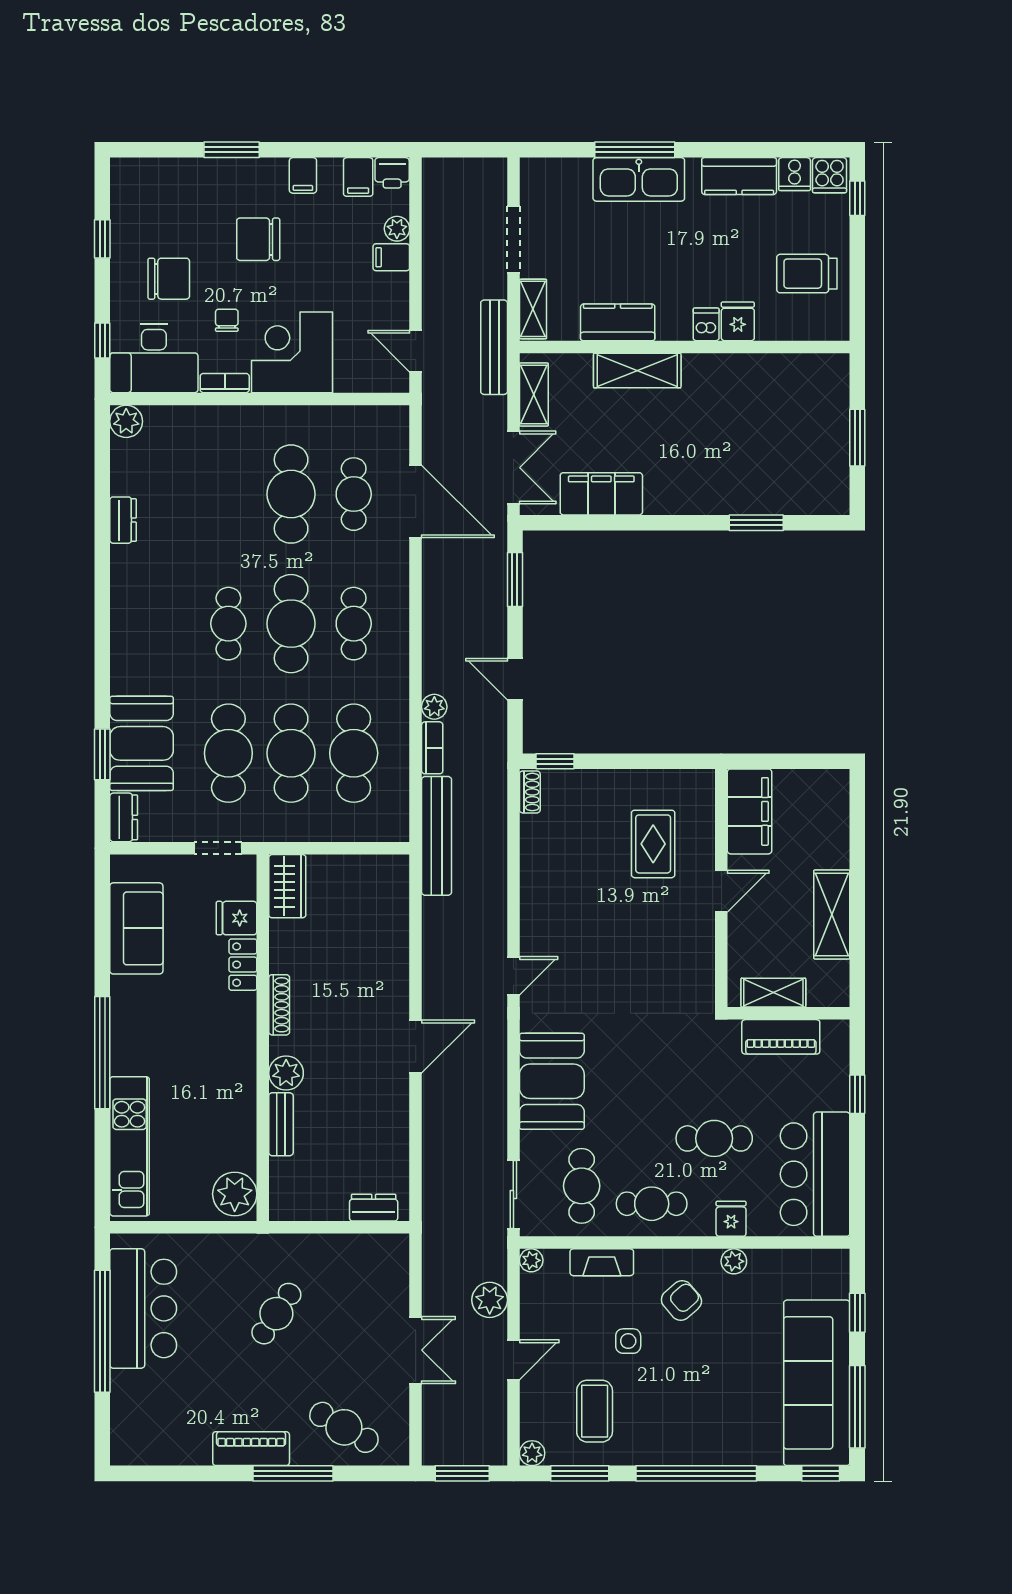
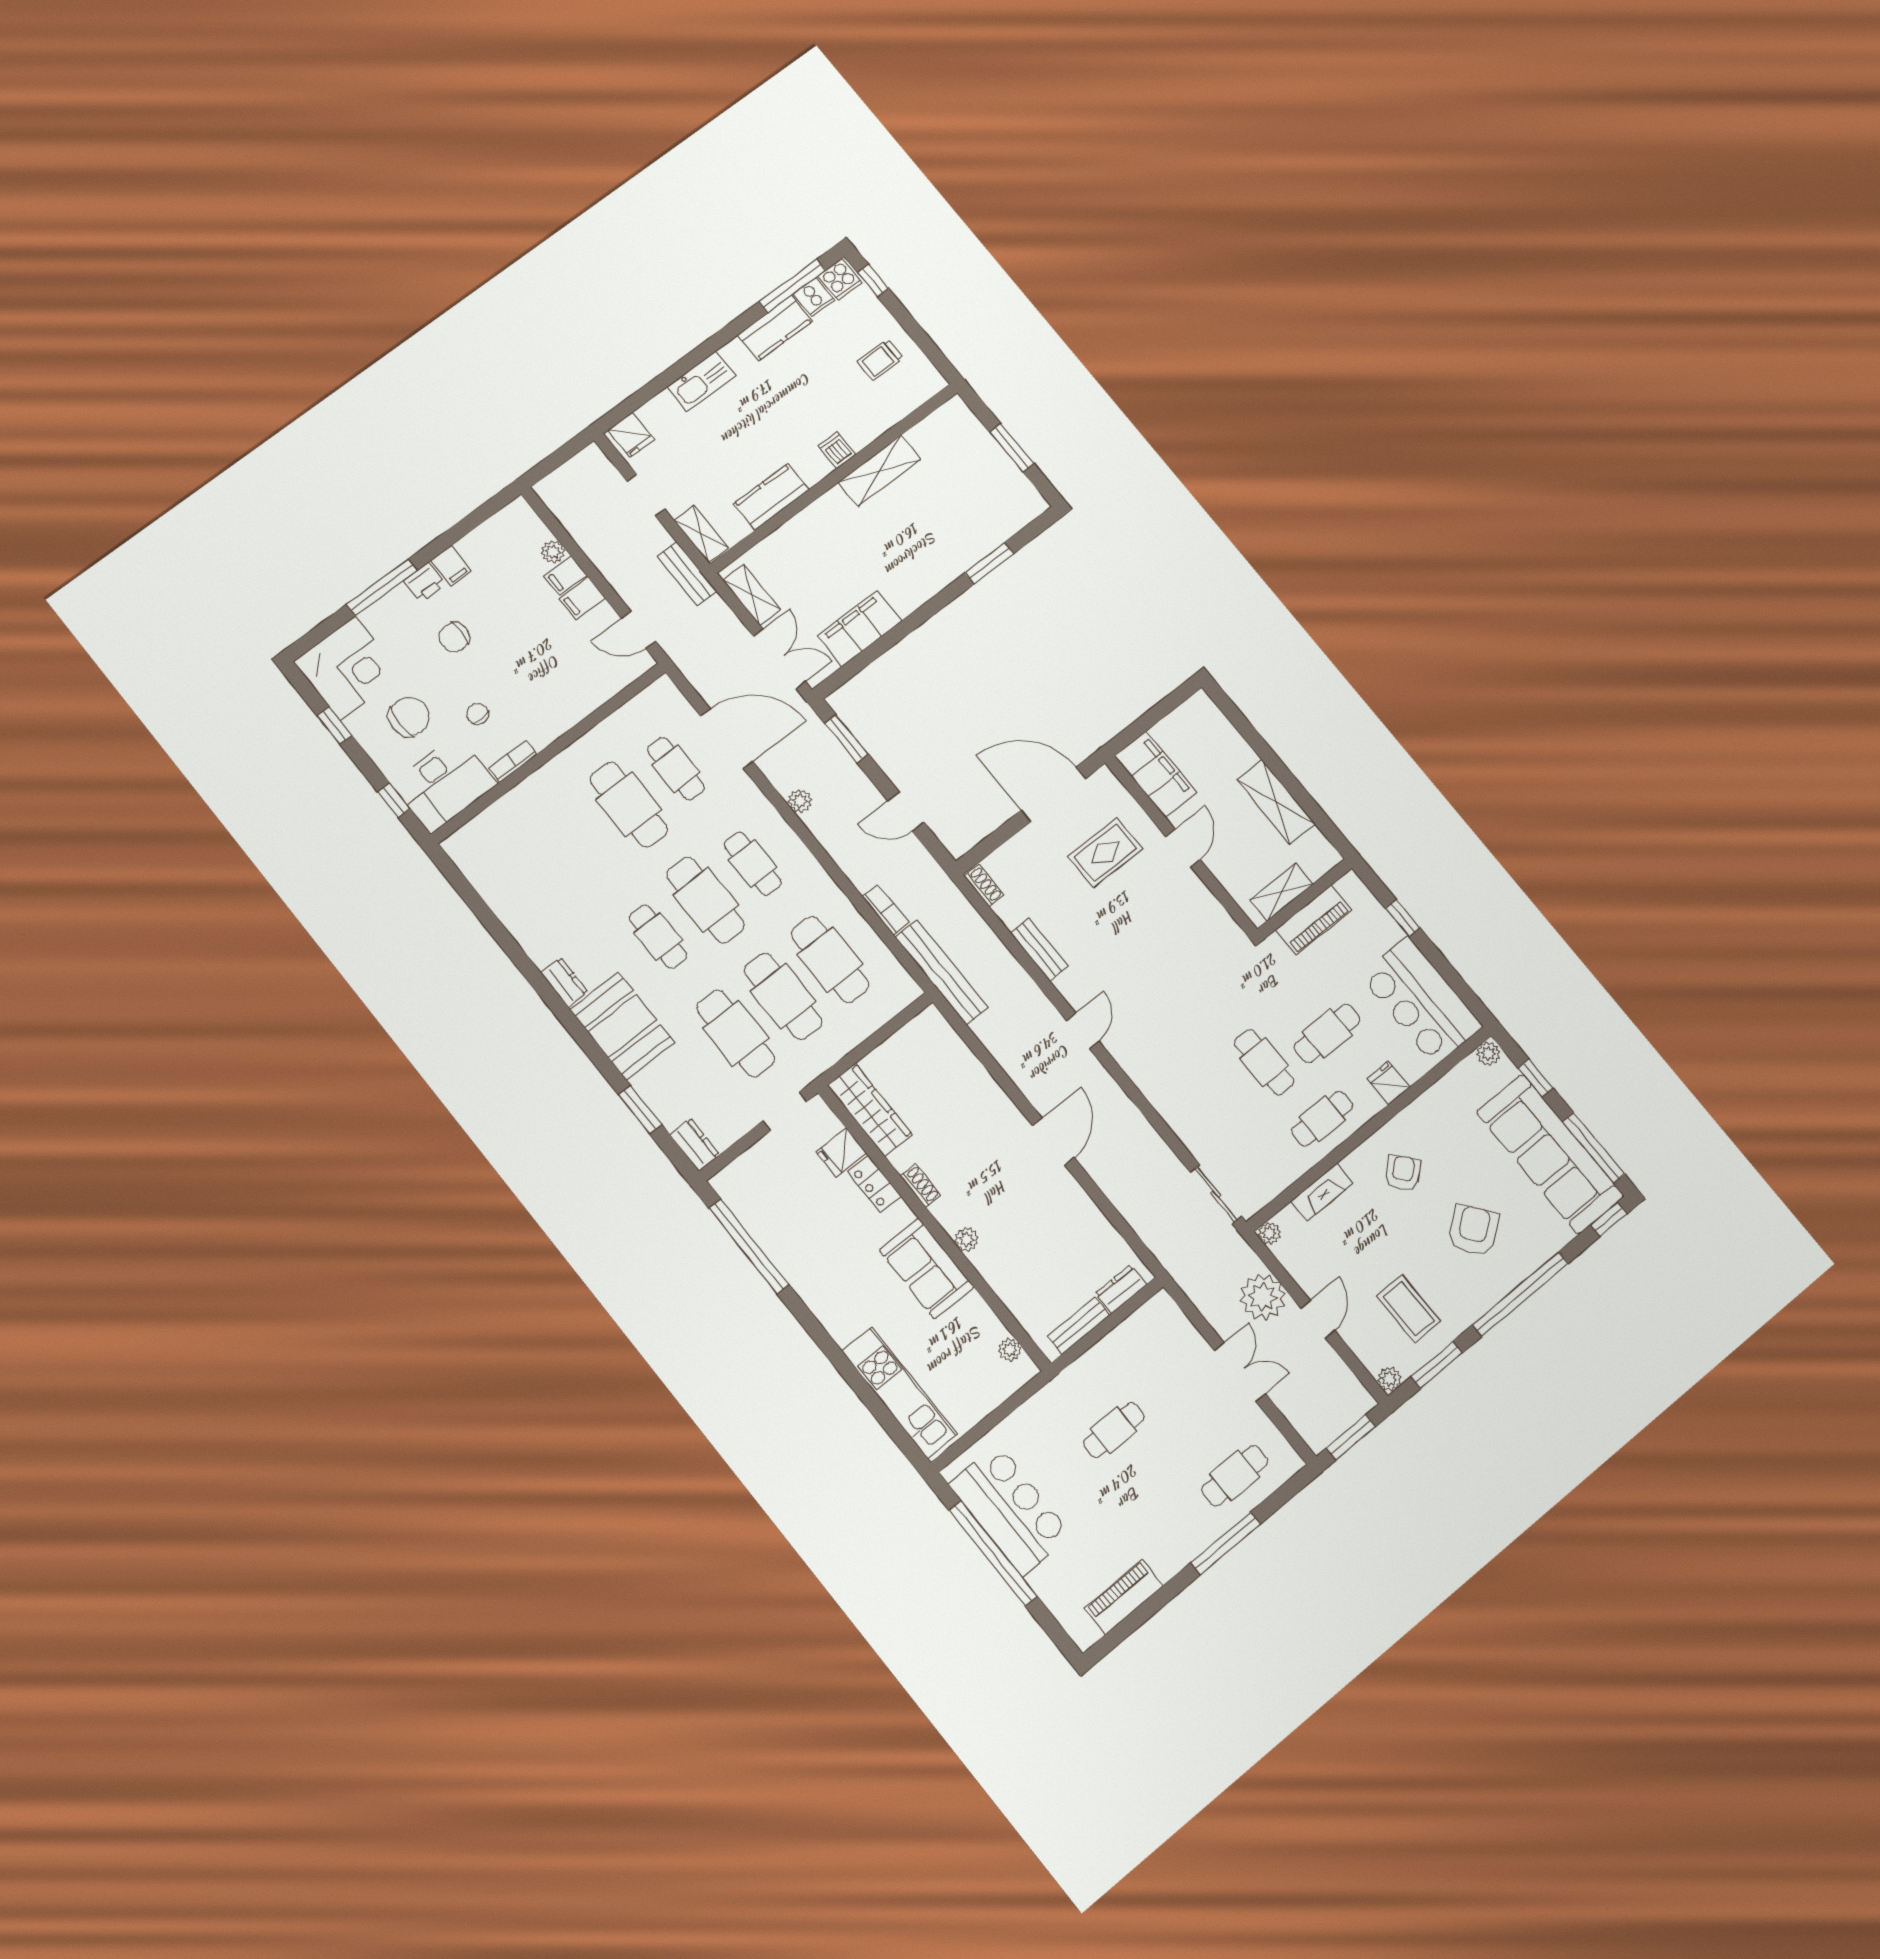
window: (232, 150) -> (382, 587), width x1.44
window: (635, 150) -> (792, 286), moved
printer: (392, 173) -> (425, 582), moved
filing cabinet: (358, 177) -> (582, 598), moved, turned 90
kitchen sink: (639, 179) -> (701, 381), width x0.73, depth x0.81
chair: (258, 239) -> (454, 637), width x0.73, depth x0.73
doorway: (513, 239) -> (646, 495), width x0.73
trolley: (807, 274) -> (880, 360), width x0.73, depth x0.72
fridge: (738, 321) -> (631, 435), moved, turned 180
bench: (494, 347) -> (687, 574), width x0.73
corner desk: (292, 352) -> (348, 668), moved, turned 180
shelving: (637, 371) -> (880, 471), moved
plant: (126, 421) -> (460, 846), removed
dresser: (123, 520) -> (564, 982), moved
plant: (434, 707) -> (800, 801), moved
booth: (142, 743) -> (622, 1026), moved
window: (555, 761) -> (984, 848), removed
door: (650, 761) -> (1053, 794), added
rug: (653, 844) -> (1105, 853), turned 90
bench: (532, 881) -> (1039, 950), added
wardrobe: (287, 886) -> (870, 1110), width x1.50
sofa: (136, 928) -> (926, 1268), moved, turned 180
shoe rack: (279, 1005) -> (921, 1186), width x0.70
window: (102, 1053) -> (749, 1246), moved
plant: (286, 1073) -> (967, 1239), width x0.73, depth x0.73
booth: (552, 1081) -> (1175, 1087), removed
bench: (281, 1124) -> (1079, 1326), moved, turned 90
cafe table: (582, 1186) -> (1264, 1062), moved
plant: (235, 1194) -> (1010, 1350), width x0.53, depth x0.53
plant: (734, 1261) -> (1488, 1053), moved
plant: (490, 1300) -> (1263, 1297), width x1.36, depth x1.36
cafe table: (276, 1314) -> (1114, 1430), turned 56
side table: (628, 1341) -> (1390, 1235), removed
armchair: (701, 1392) -> (1473, 1230), added
cafe table: (344, 1427) -> (1235, 1476), turned -30
piano: (251, 1449) -> (1124, 1597), moved

